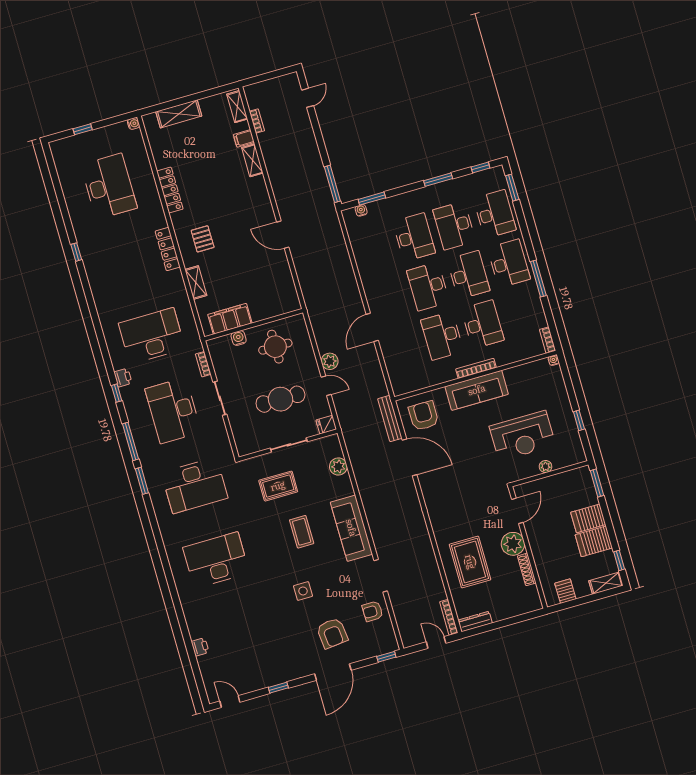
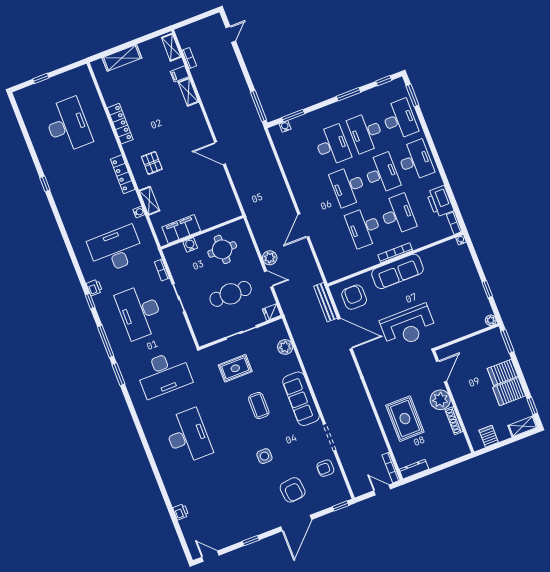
water cooler: (134, 123) -> (139, 212), moved
window: (538, 279) -> (442, 171), removed
printer: (533, 313) -> (440, 201), added
reception desk: (522, 436) -> (408, 326), moved
plant: (546, 467) -> (491, 320), moved
desk: (216, 560) -> (188, 436), turned 90

